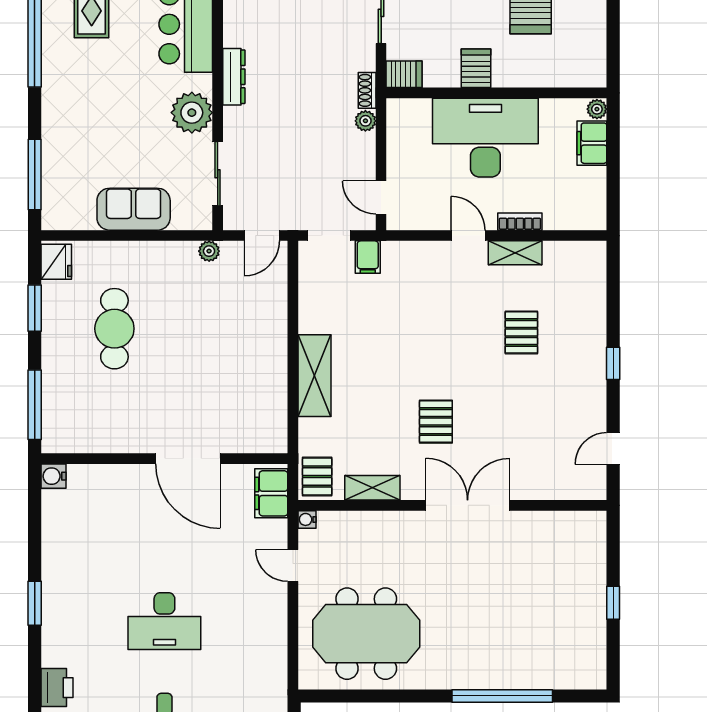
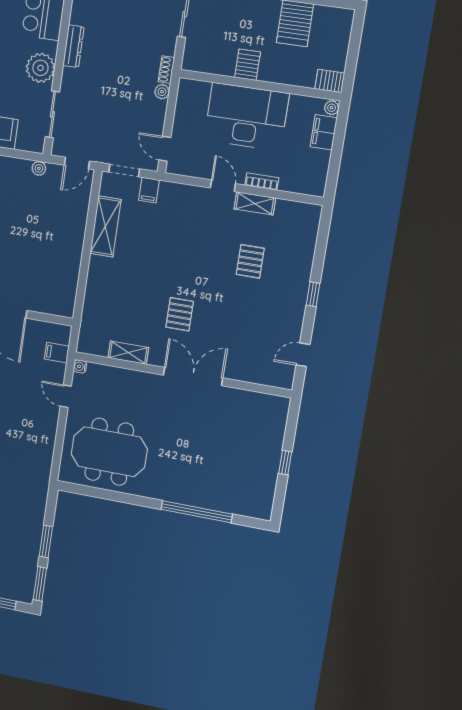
server rack: (404, 74) -> (330, 81), moved, turned 180
shelving: (314, 376) -> (105, 226), moved
pallet: (317, 477) -> (91, 338), removed
filing cabinet: (271, 493) -> (57, 353), width x0.50

